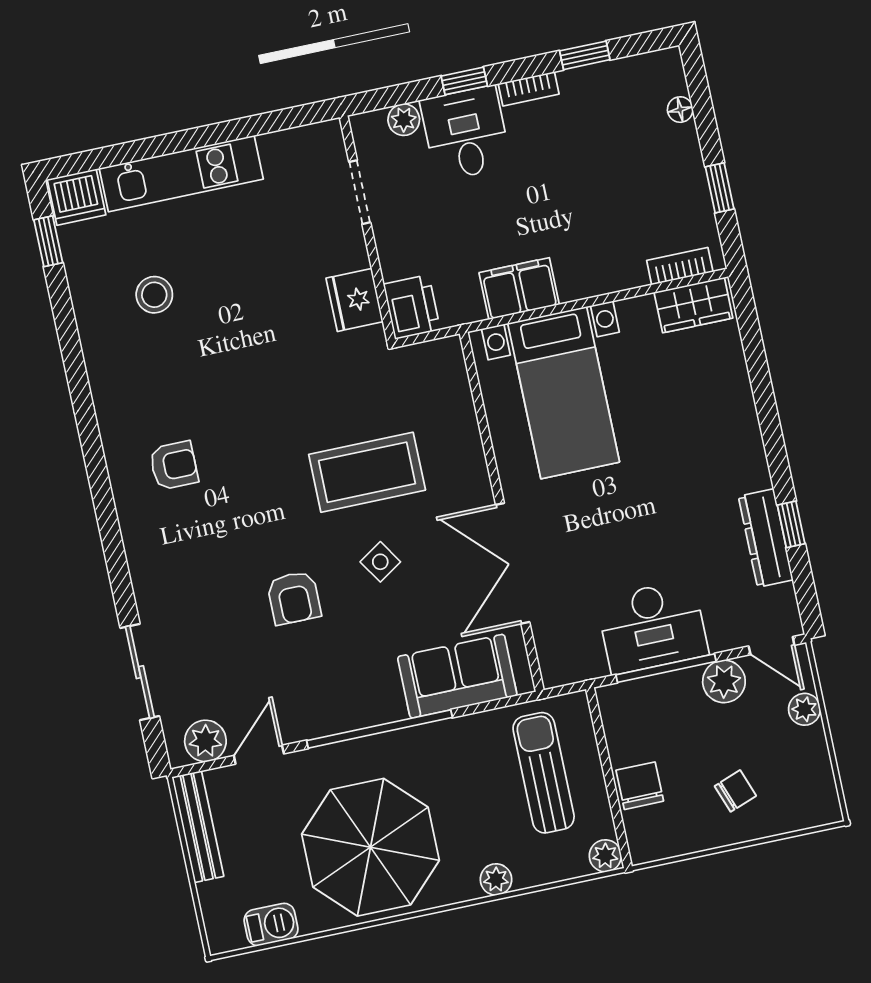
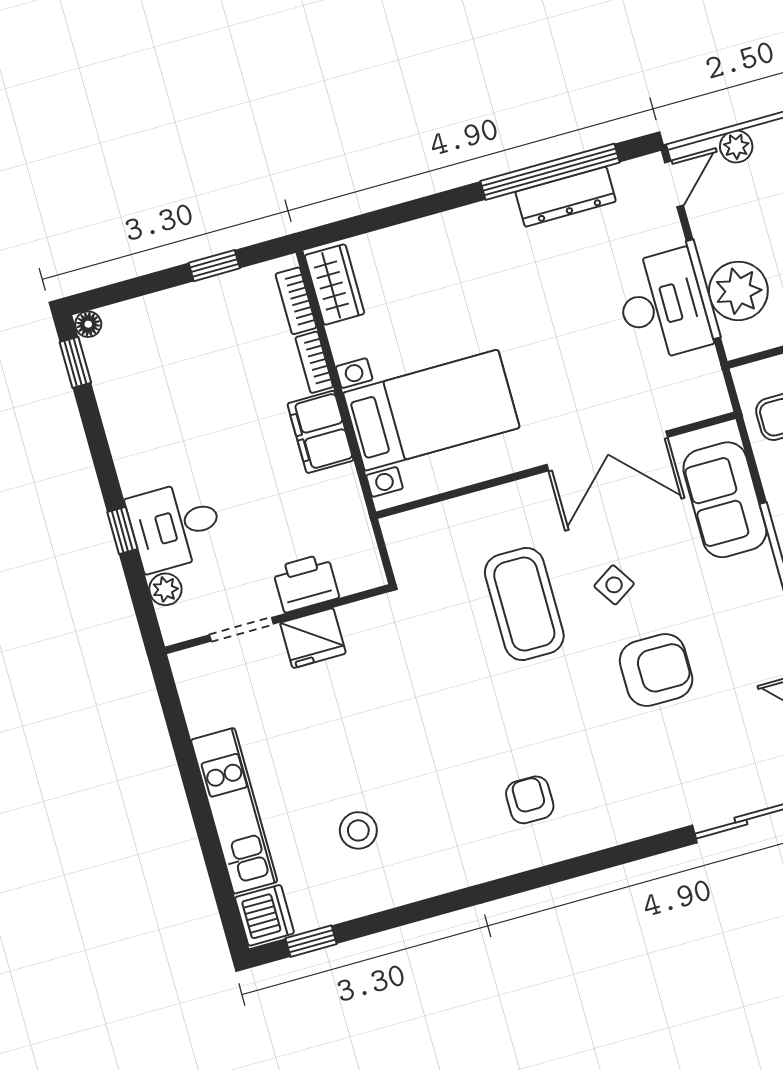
window: (585, 55) -> (75, 362), moved
bookcase: (529, 89) -> (314, 362), moved, turned 180
floor lamp: (680, 110) -> (88, 324), moved
filing cabinet: (519, 289) -> (320, 432), moved
fridge: (355, 300) -> (313, 638), moved
printer: (412, 307) -> (306, 583), moved
window: (791, 524) -> (550, 172), width x3.17
armchair: (294, 598) -> (656, 670), width x1.38, depth x1.38
plant: (724, 681) -> (738, 291), moved, width x1.36, depth x1.36

